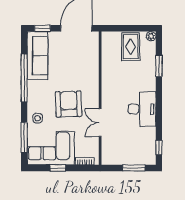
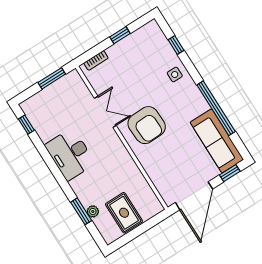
plant: (151, 36) -> (93, 211), moved
armchair: (69, 104) -> (147, 125), moved
window: (24, 138) -> (176, 45), width x0.46
corner sofa: (51, 148) -> (141, 52), removed
window: (134, 168) -> (52, 78), moved

